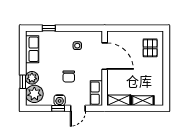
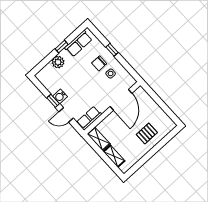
window: (49, 28) -> (112, 50), moved
pallet: (150, 48) -> (147, 133), moved
chair: (69, 76) -> (99, 63), moved
window: (23, 82) -> (62, 47), moved
plant: (34, 94) -> (48, 74), removed

